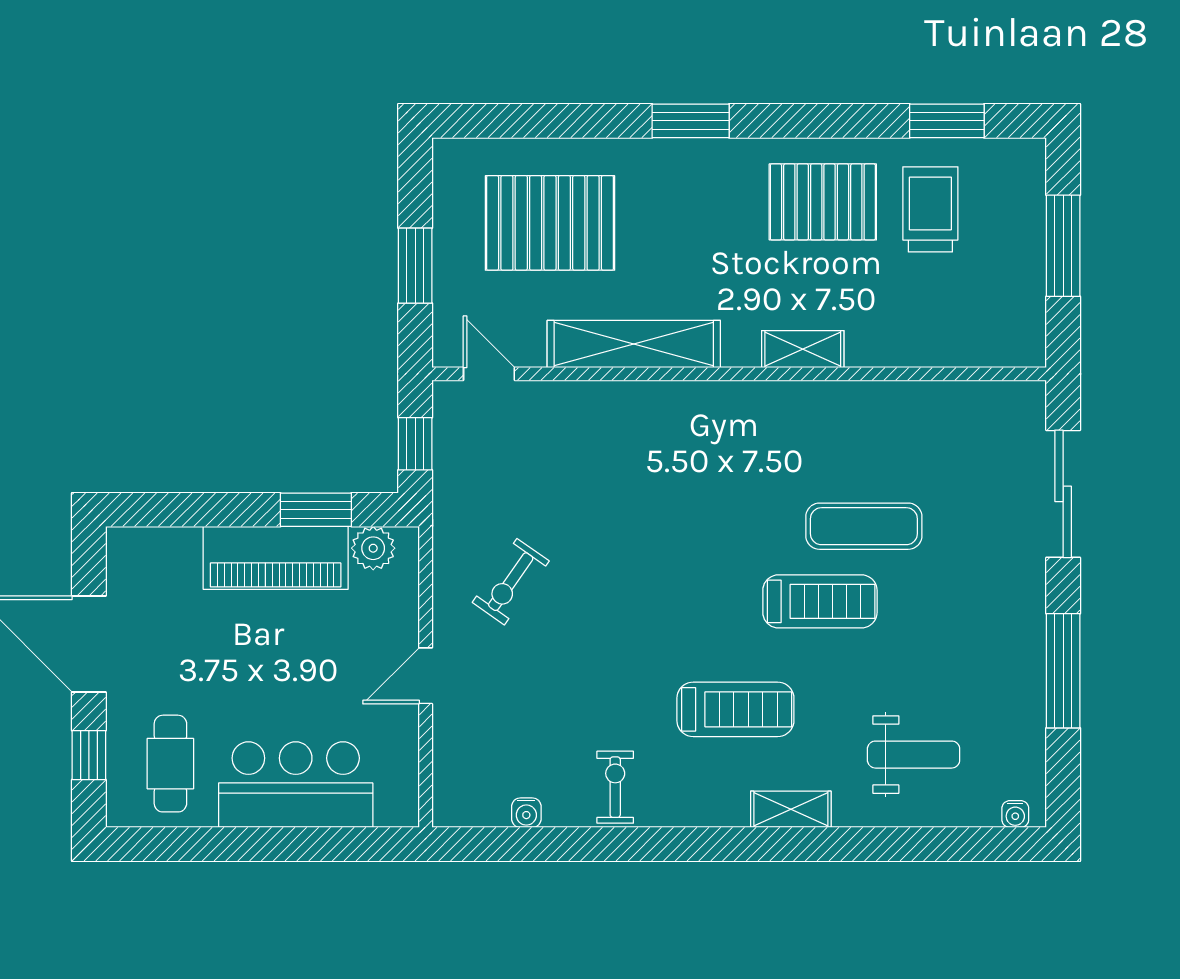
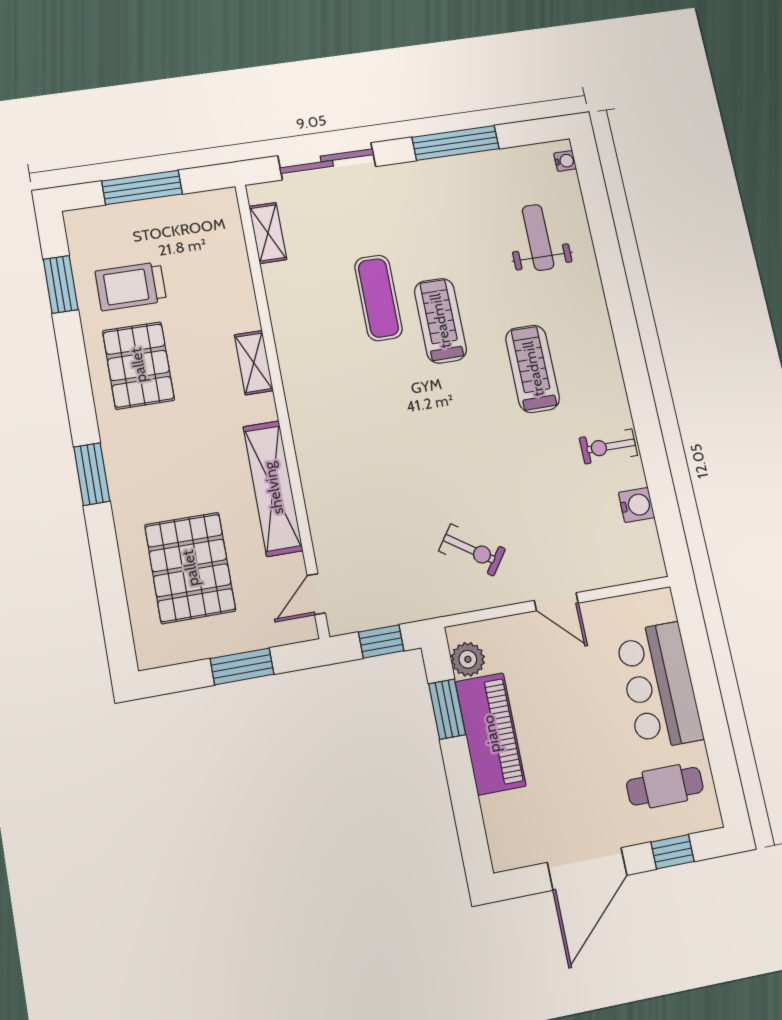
shelving: (791, 809) -> (268, 233), moved
water cooler: (526, 813) -> (637, 505), width x1.38, depth x1.38

